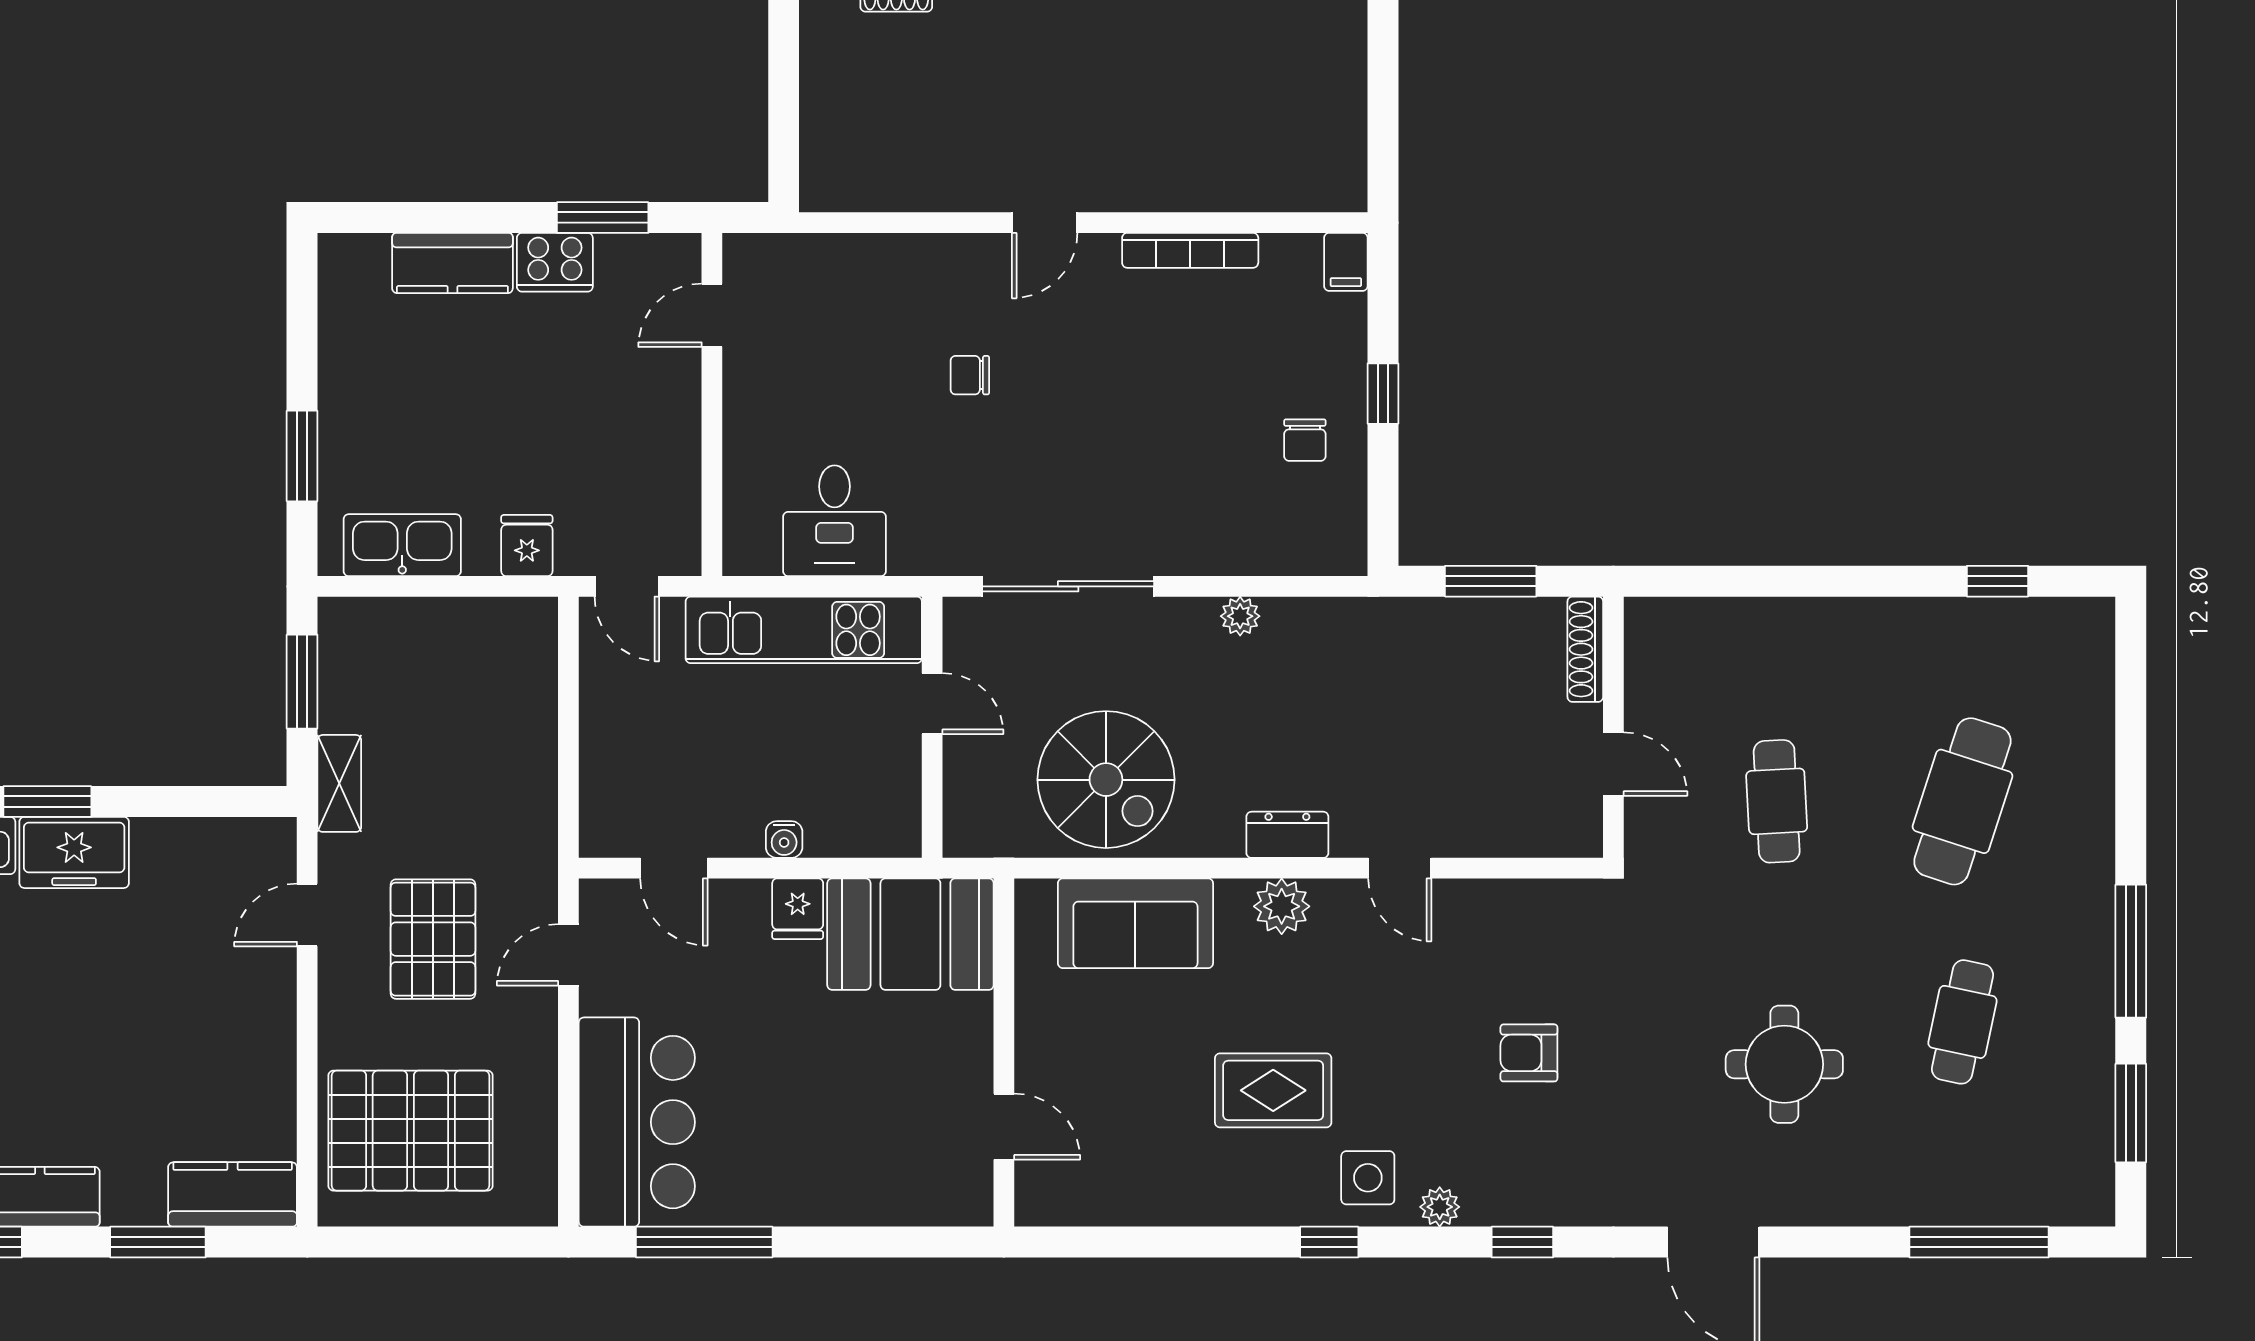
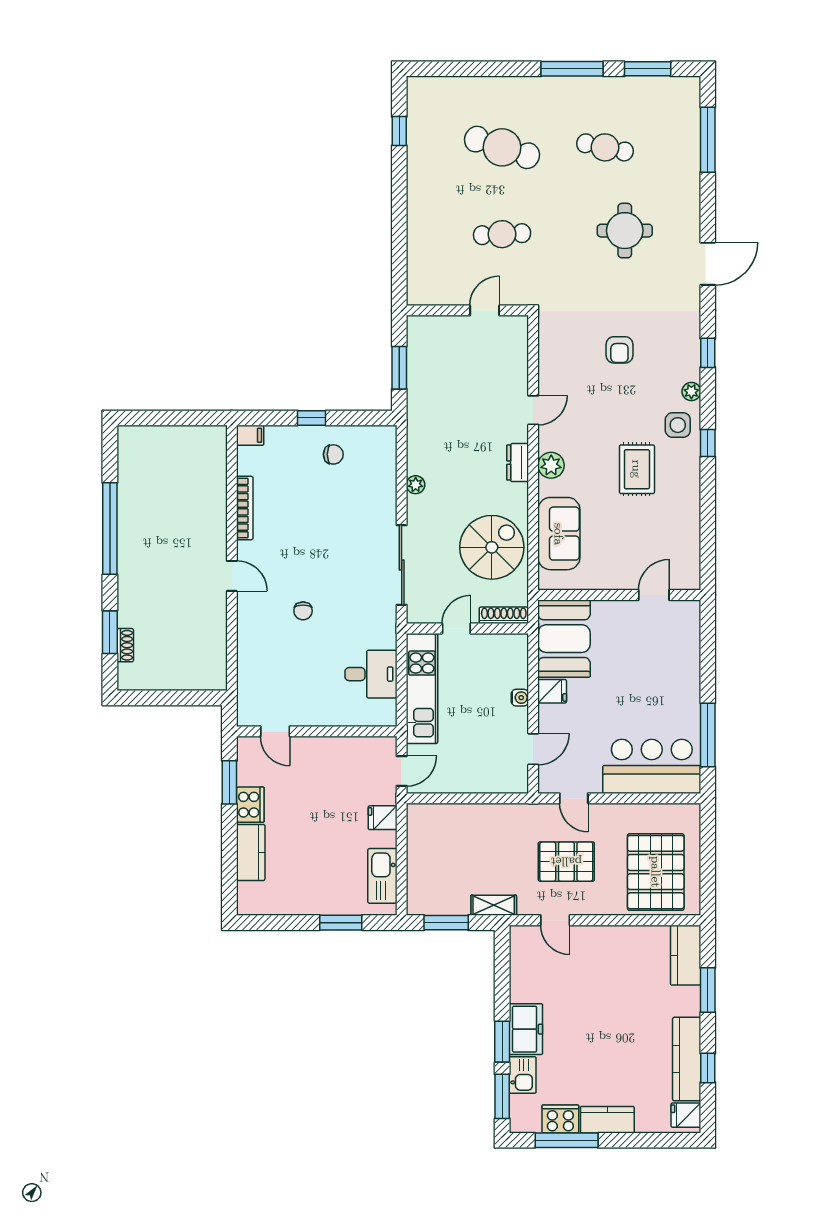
shoe rack: (1585, 649) -> (504, 615), moved, turned 180

